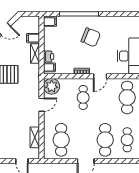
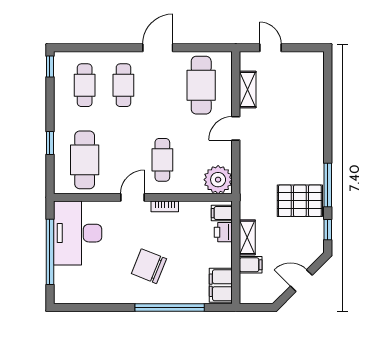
filing cabinet: (50, 22) -> (221, 285), width x2.00
door: (42, 105) -> (236, 128), moved
cafe table: (105, 140) -> (123, 85), width x0.73, depth x0.74

